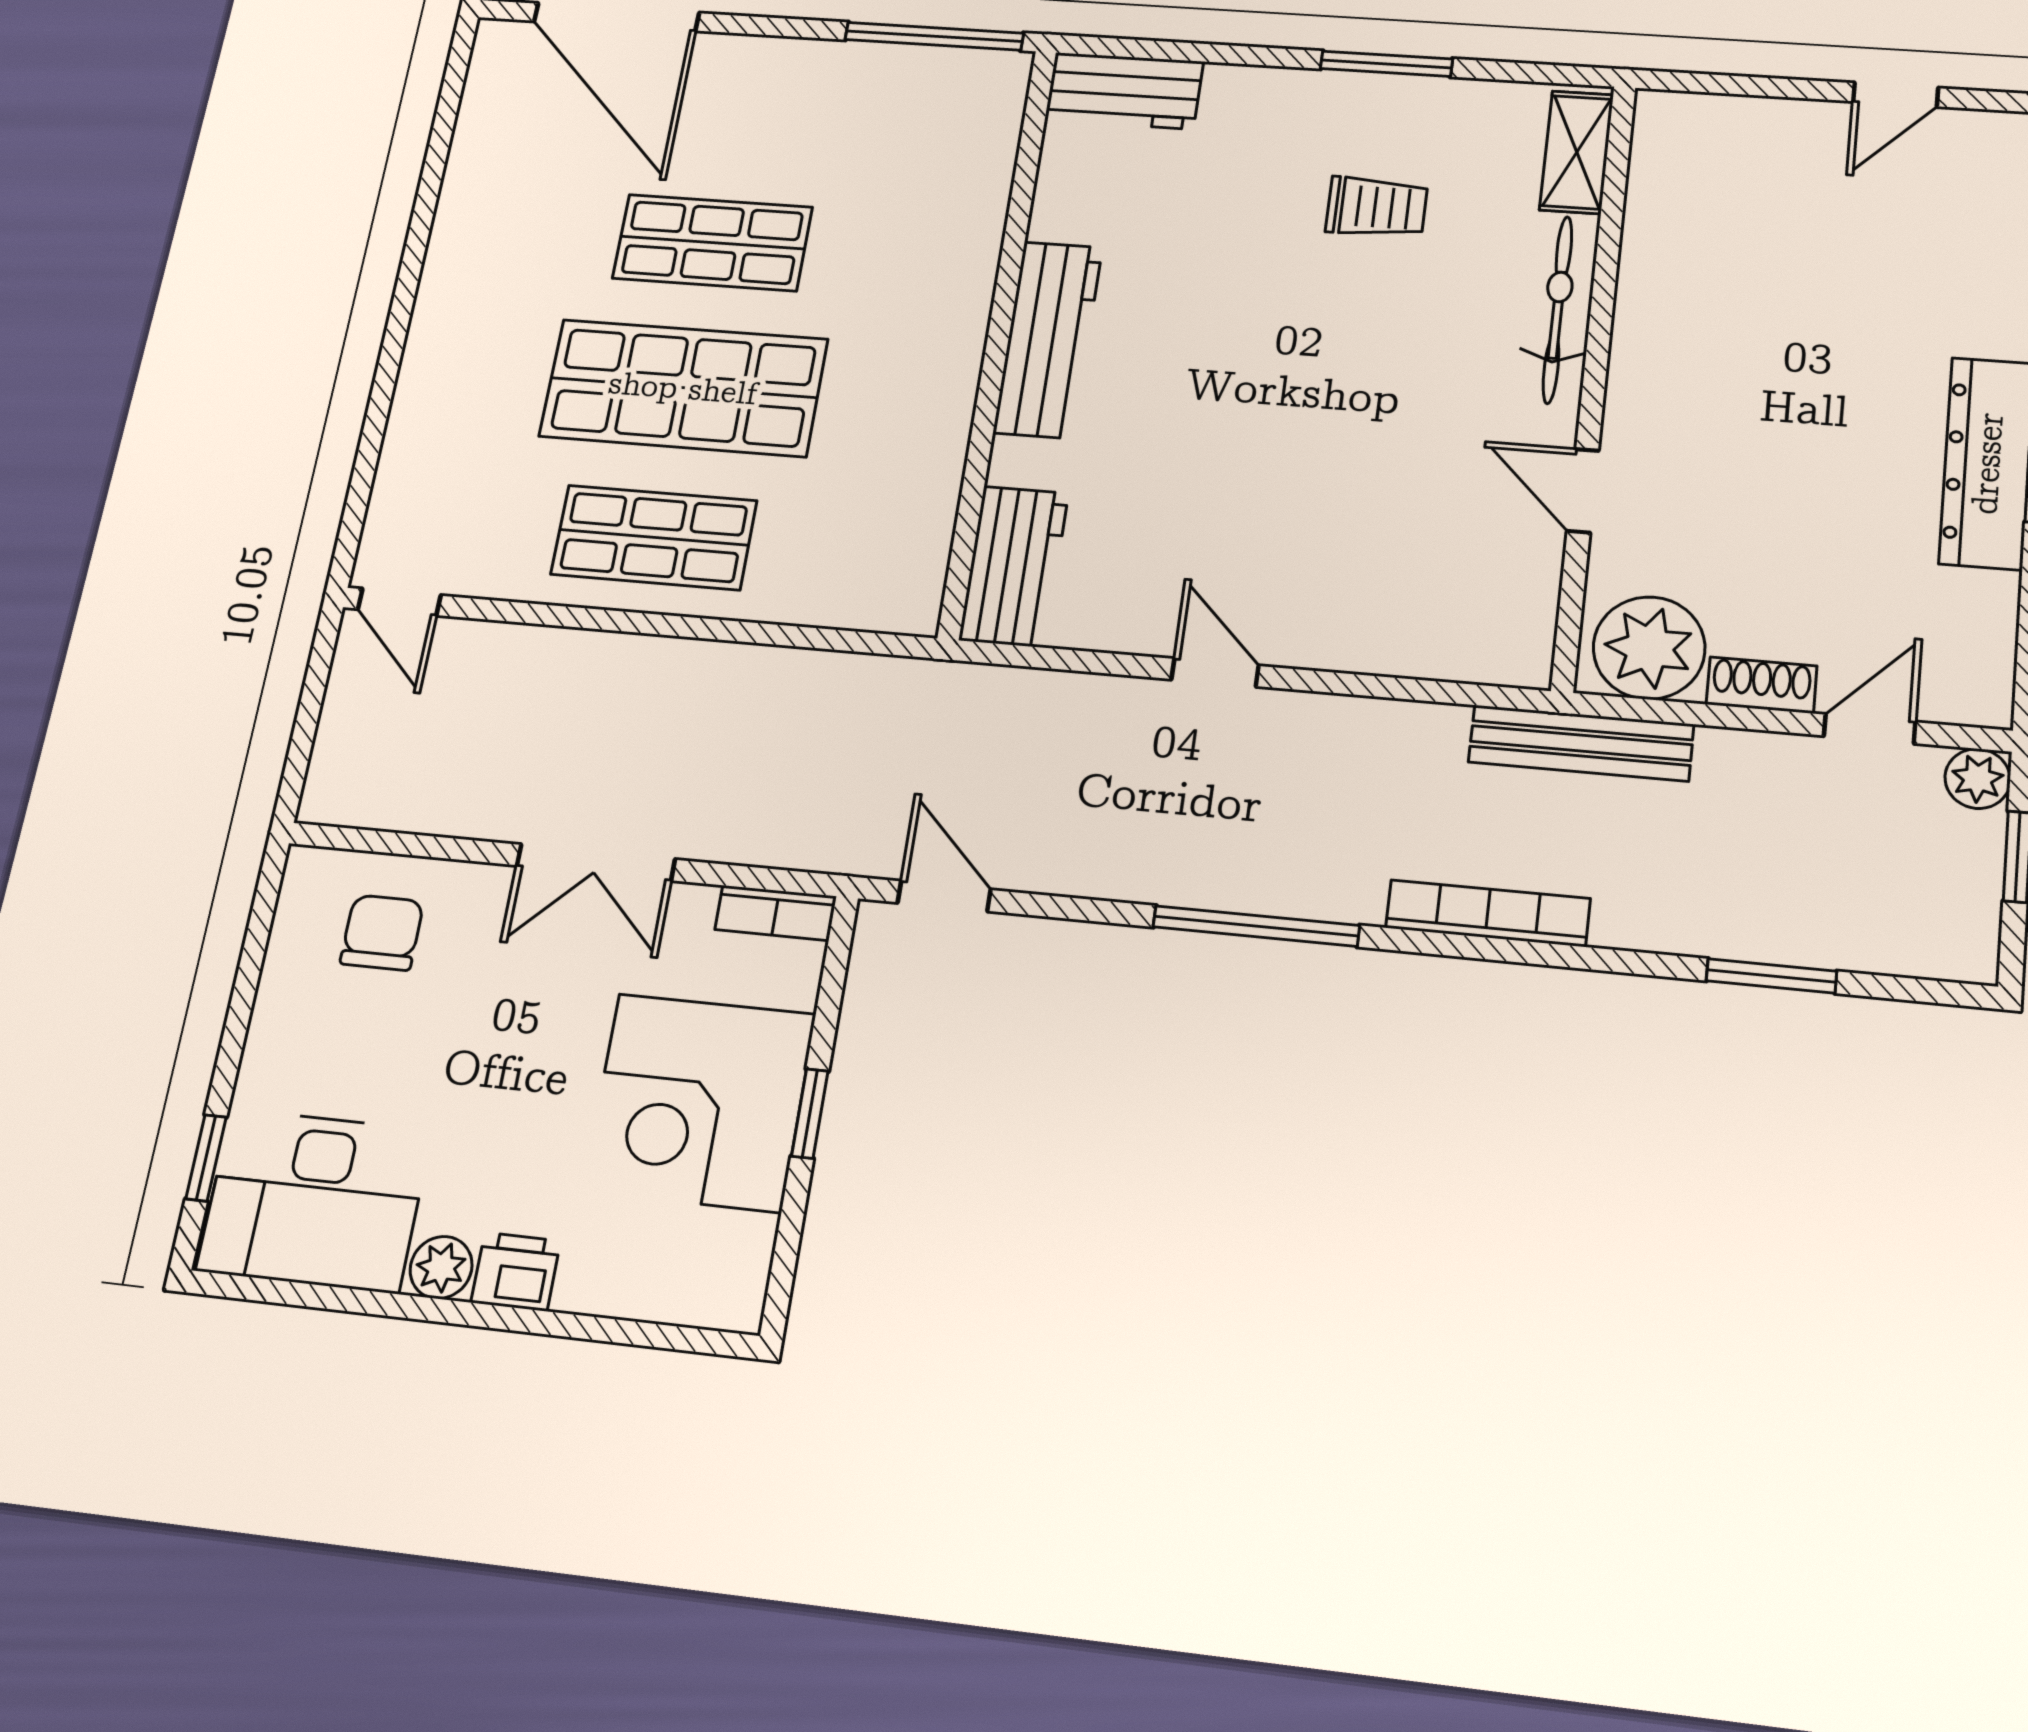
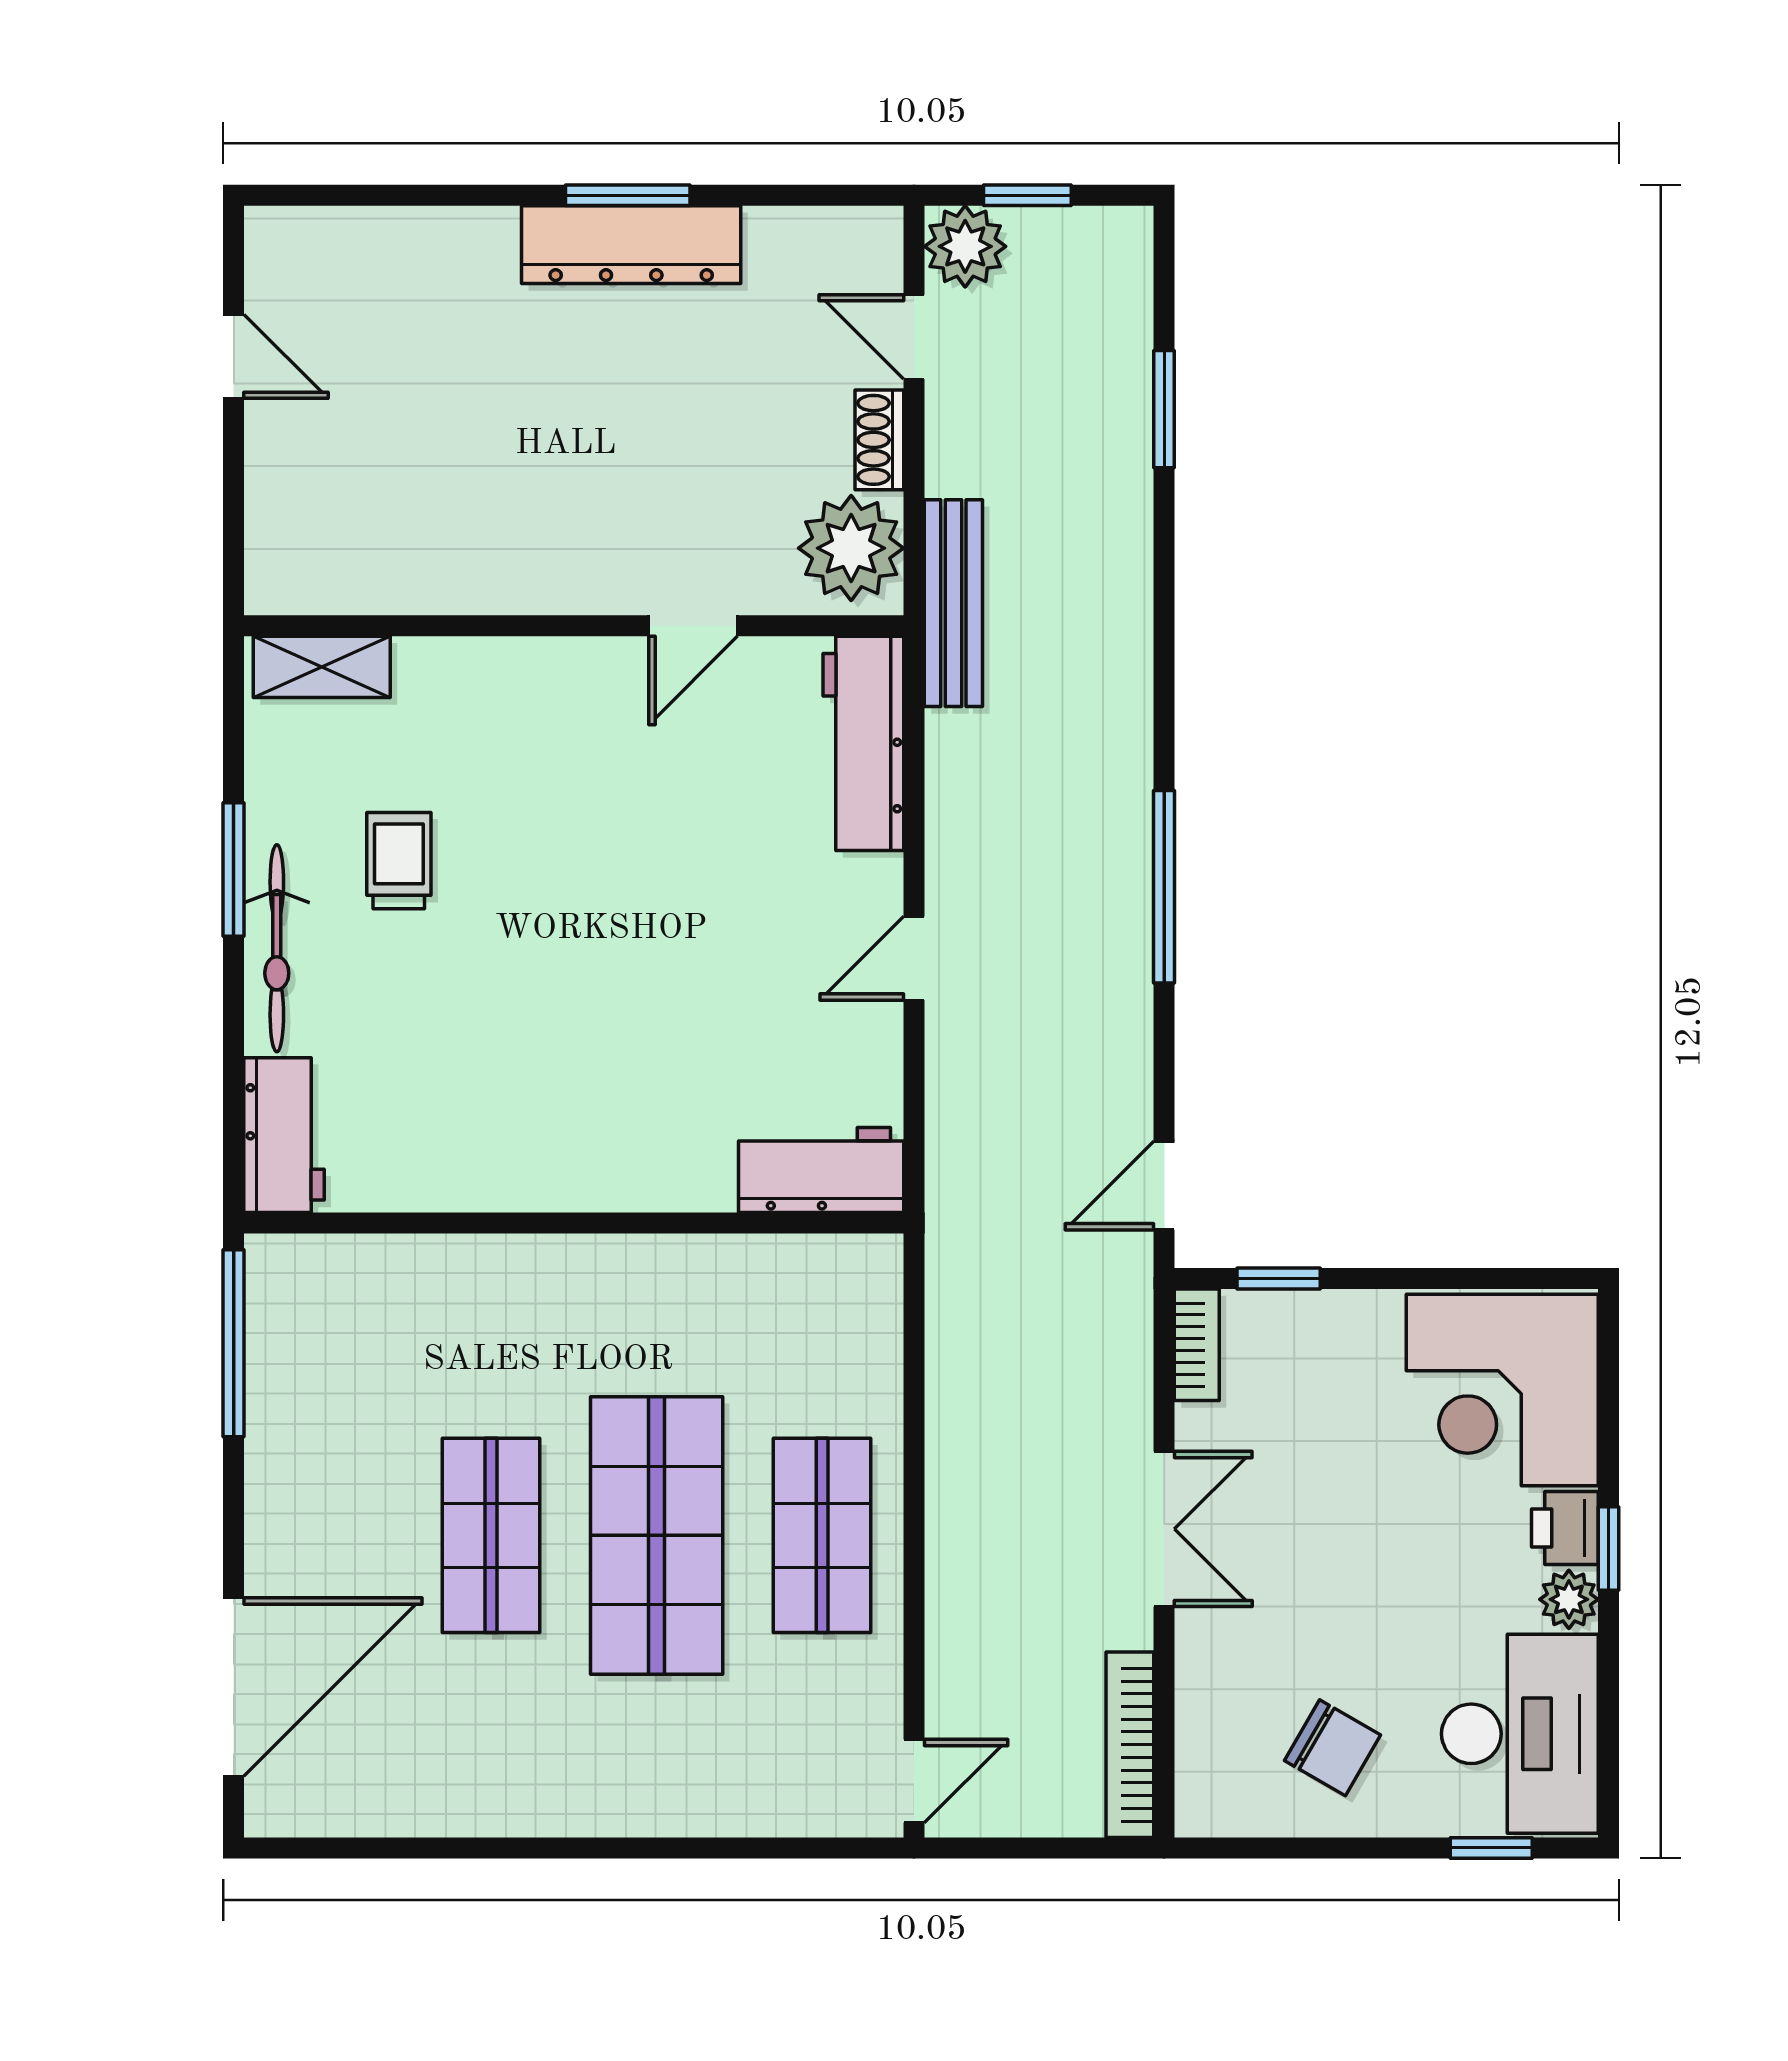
bicycle: (1557, 309) -> (277, 948), moved, turned -90
workbench: (1048, 340) -> (863, 743), moved, turned -90
plant: (1978, 779) -> (965, 246), width x1.38, depth x1.38
bookcase: (1488, 913) -> (1130, 1745), moved
chair: (382, 933) -> (1333, 1748), moved, turned -150
corner desk: (699, 1102) -> (1502, 1390), moved, turned 90
window: (810, 1114) -> (1279, 1279), moved
window: (485, 1316) -> (1609, 1548), added

